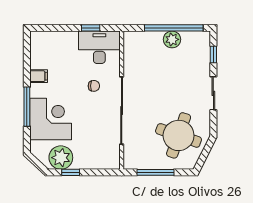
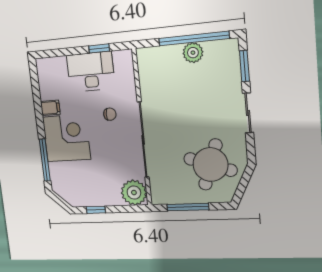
desk: (99, 47) -> (91, 72), moved
window: (213, 54) -> (244, 66), width x1.50
window: (27, 107) -> (45, 160), moved
corner desk: (51, 119) -> (66, 138), moved
plant: (61, 158) -> (134, 193), moved

